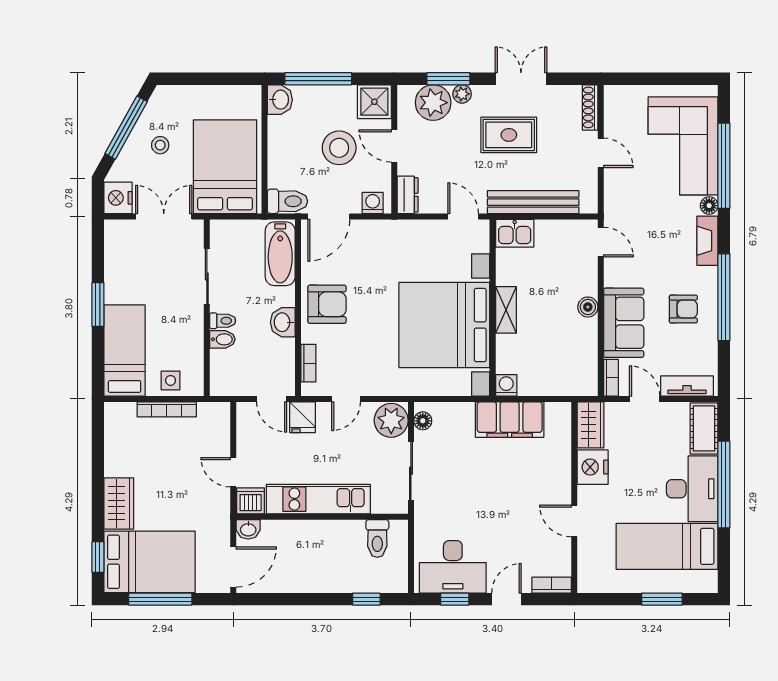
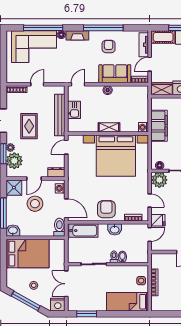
bed: (225, 167) -> (28, 254), moved, turned 180
kitchen sink: (515, 233) -> (74, 110), moved
window: (98, 304) -> (87, 314), moved

